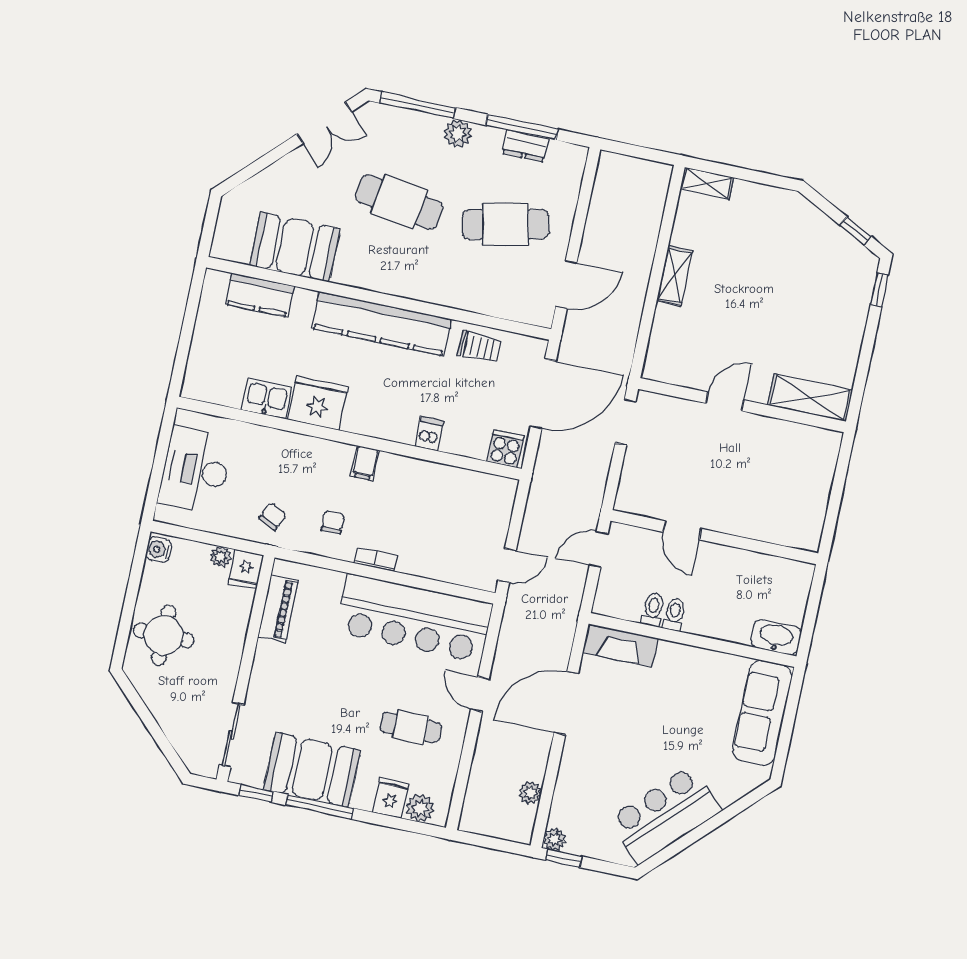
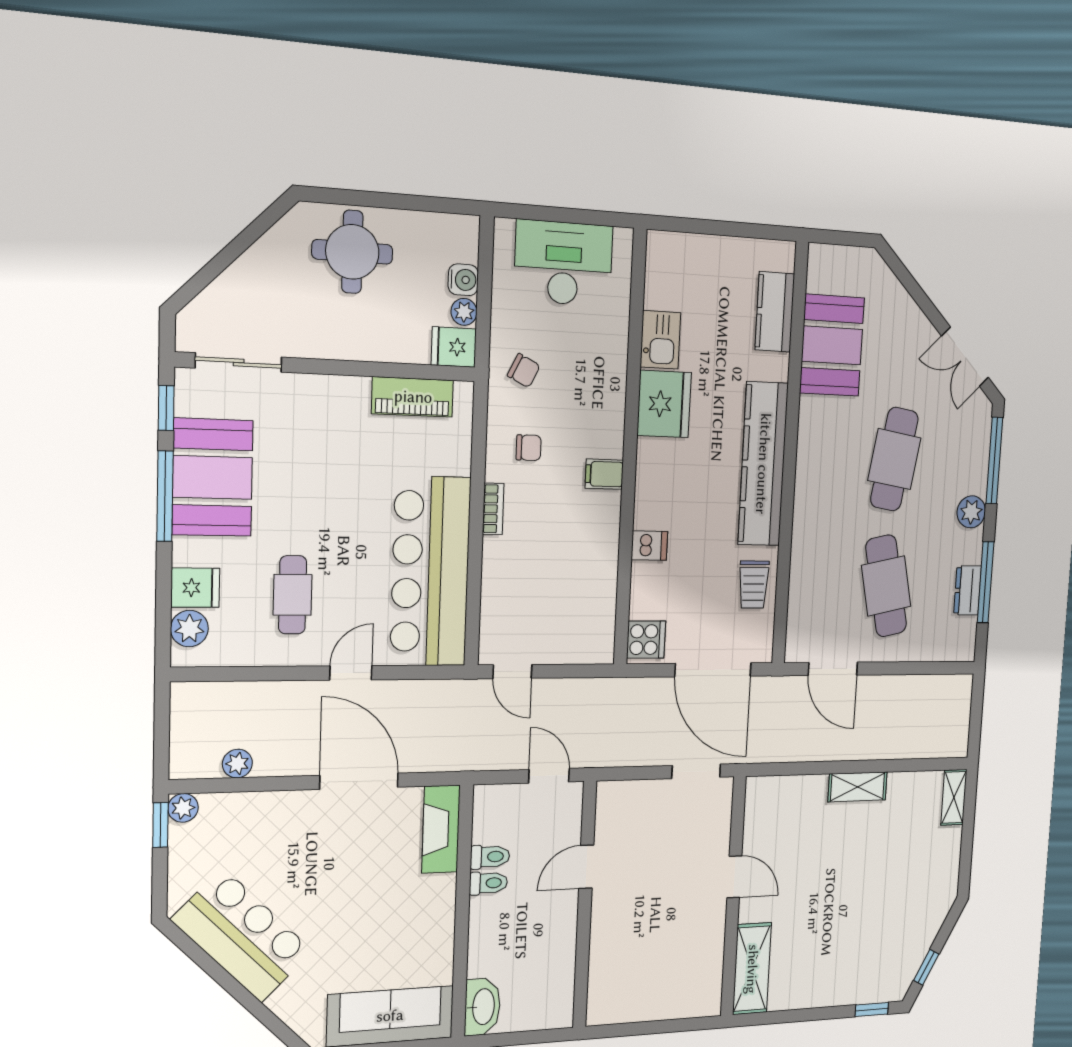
water cooler: (159, 550) -> (463, 280), moved, turned 90

